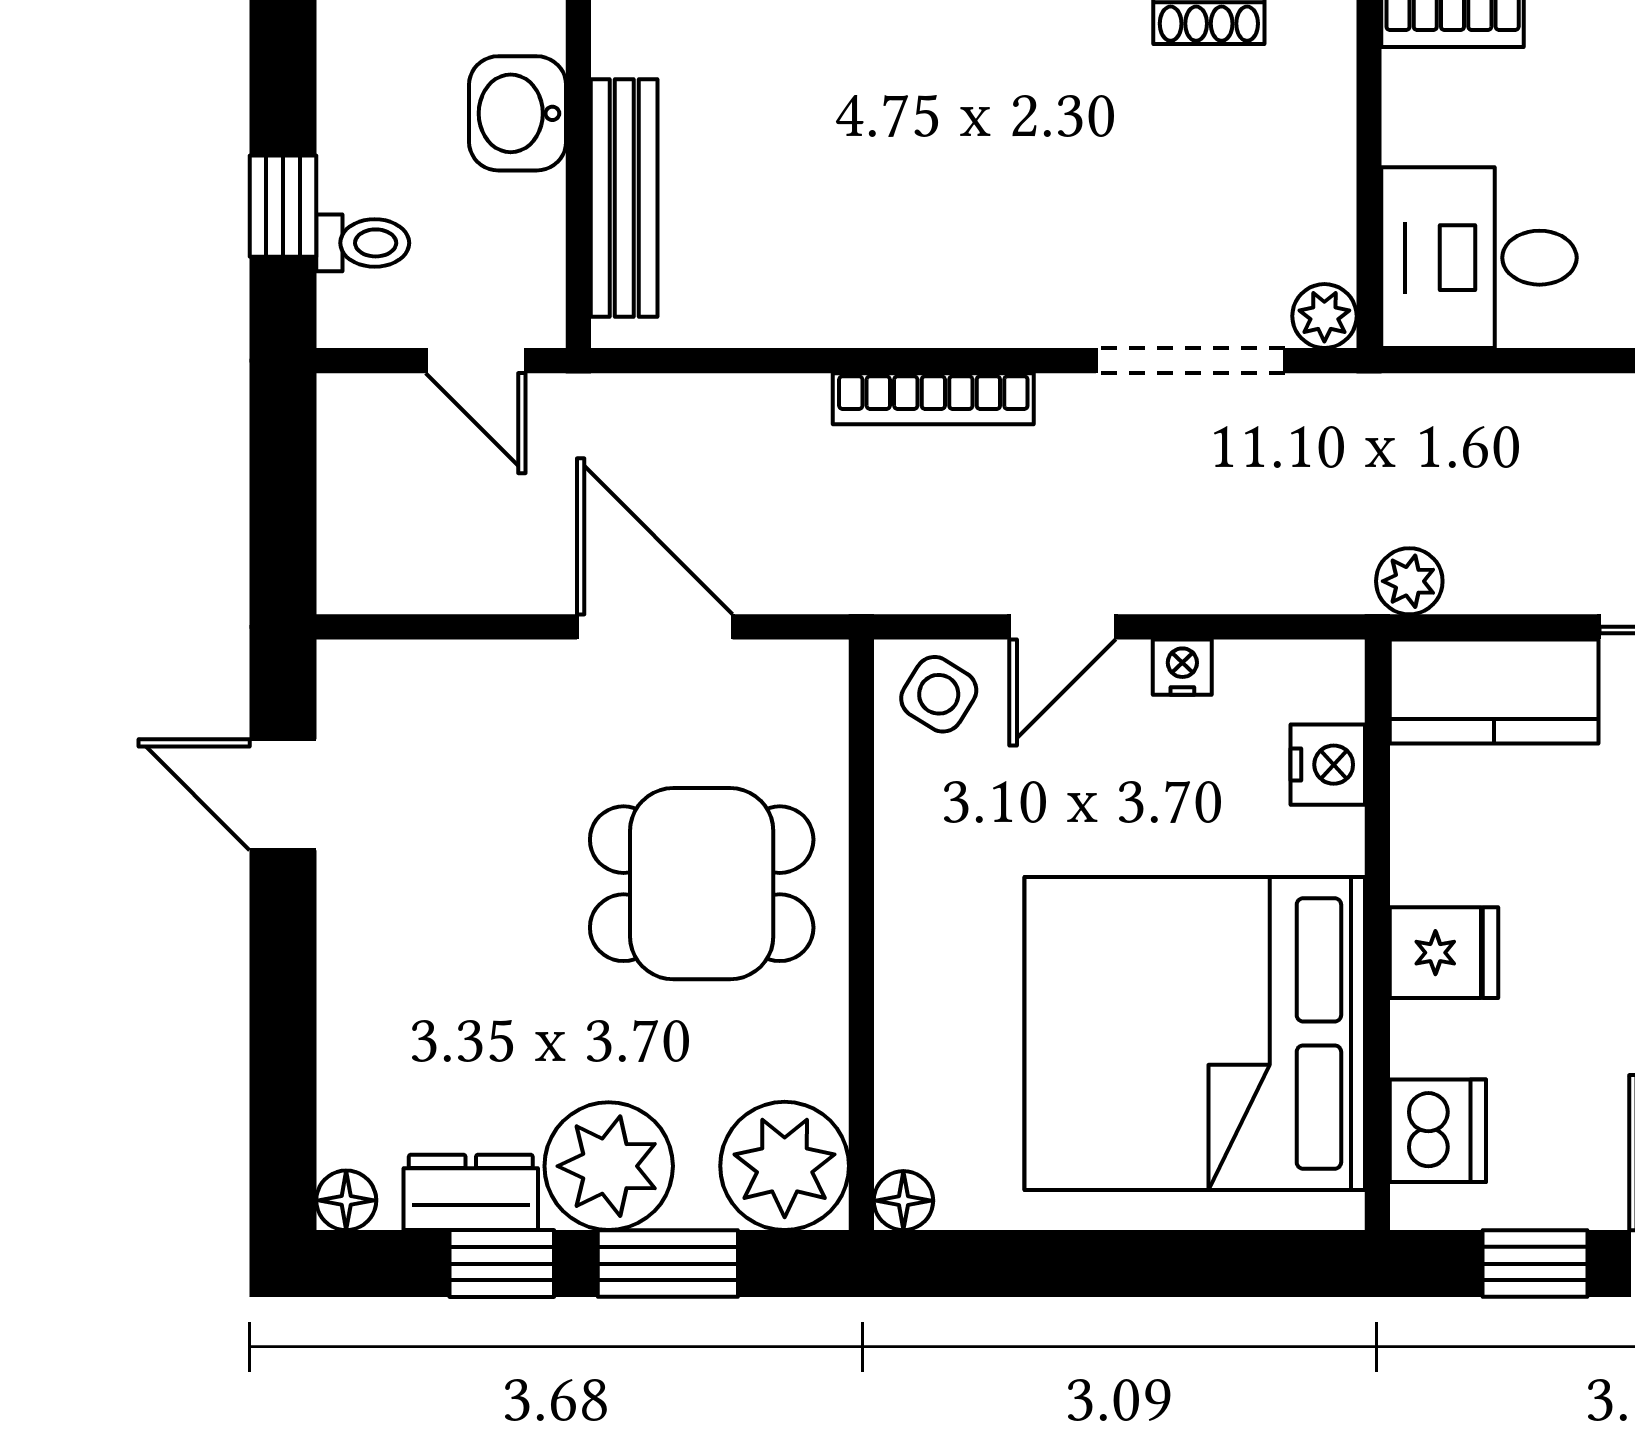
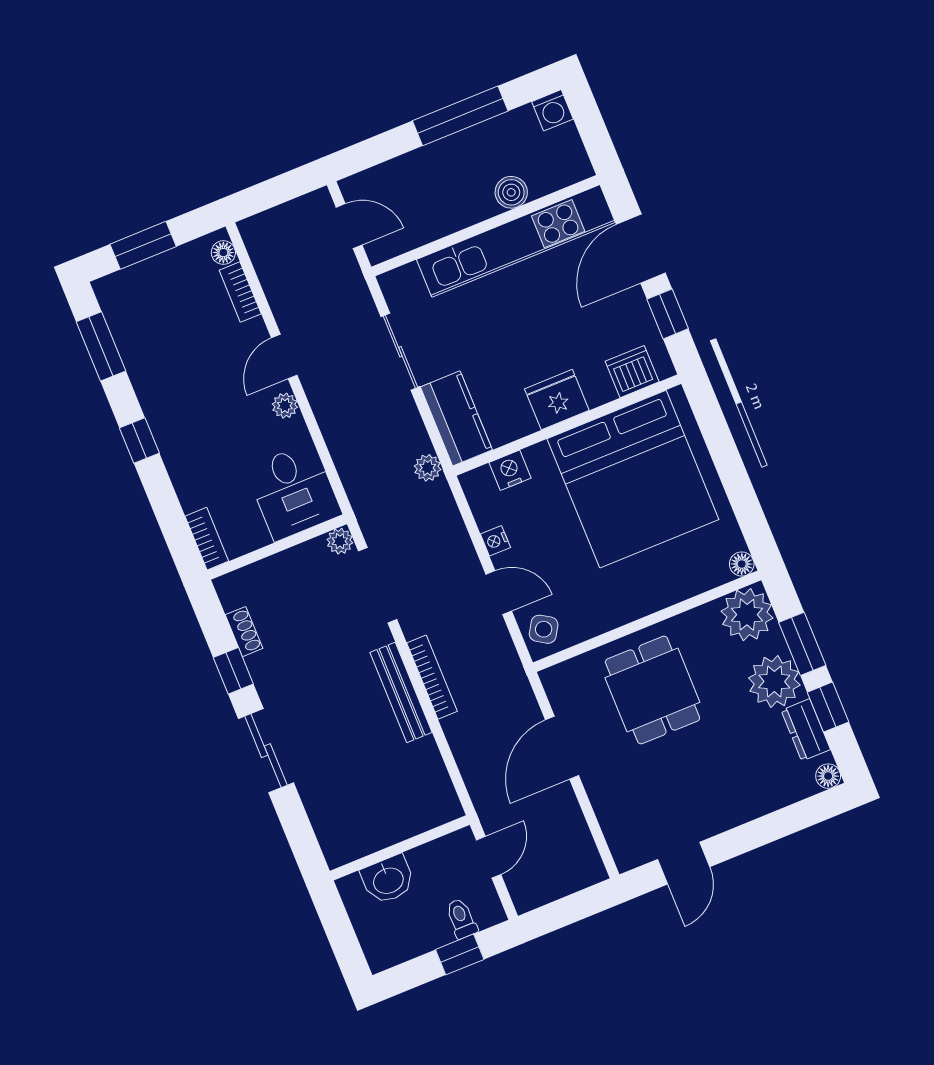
bench: (624, 198) -> (401, 692), moved, turned 90
fridge: (1444, 953) -> (557, 400), width x1.38

